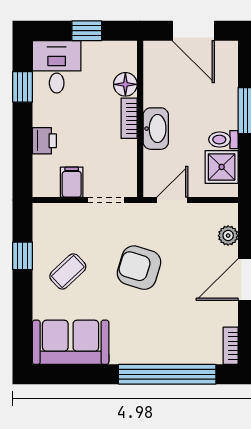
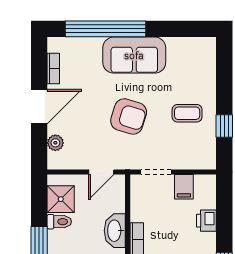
coffee table: (68, 271) -> (187, 113), turned 43
sofa: (71, 342) -> (134, 55), moved
bookcase: (231, 346) -> (53, 68), moved

